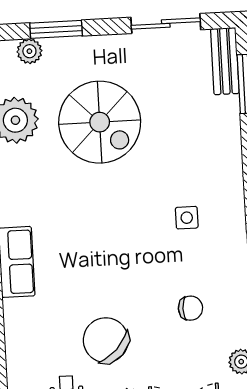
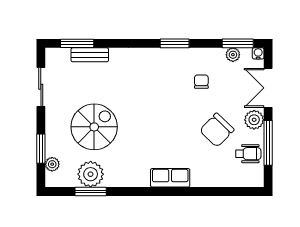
bench: (225, 61) -> (90, 55), moved
side table: (187, 218) -> (150, 81), removed

